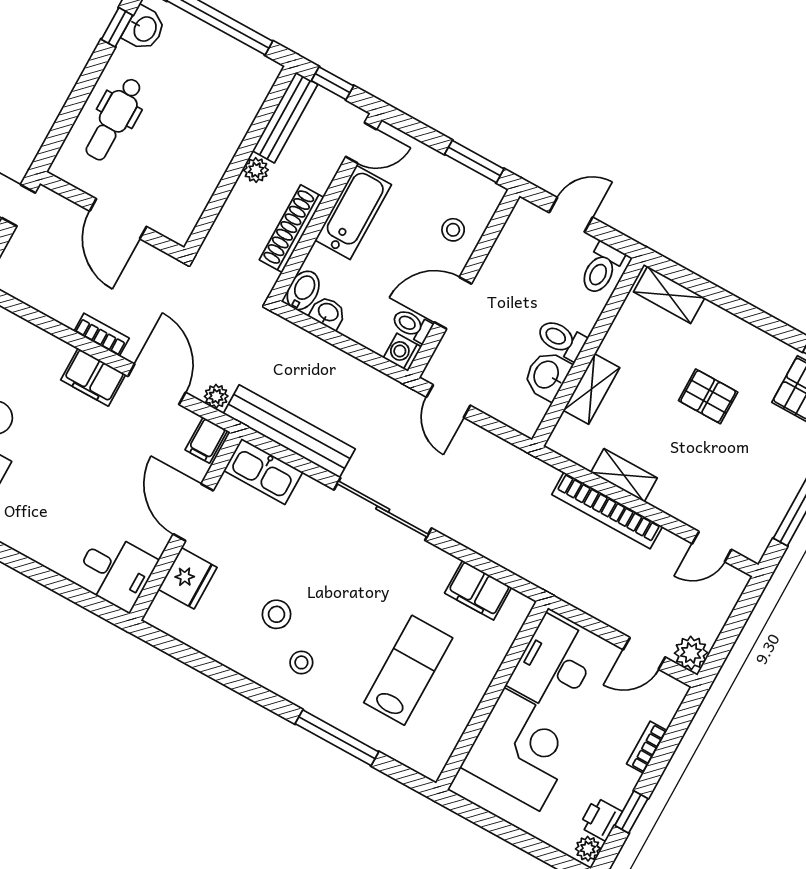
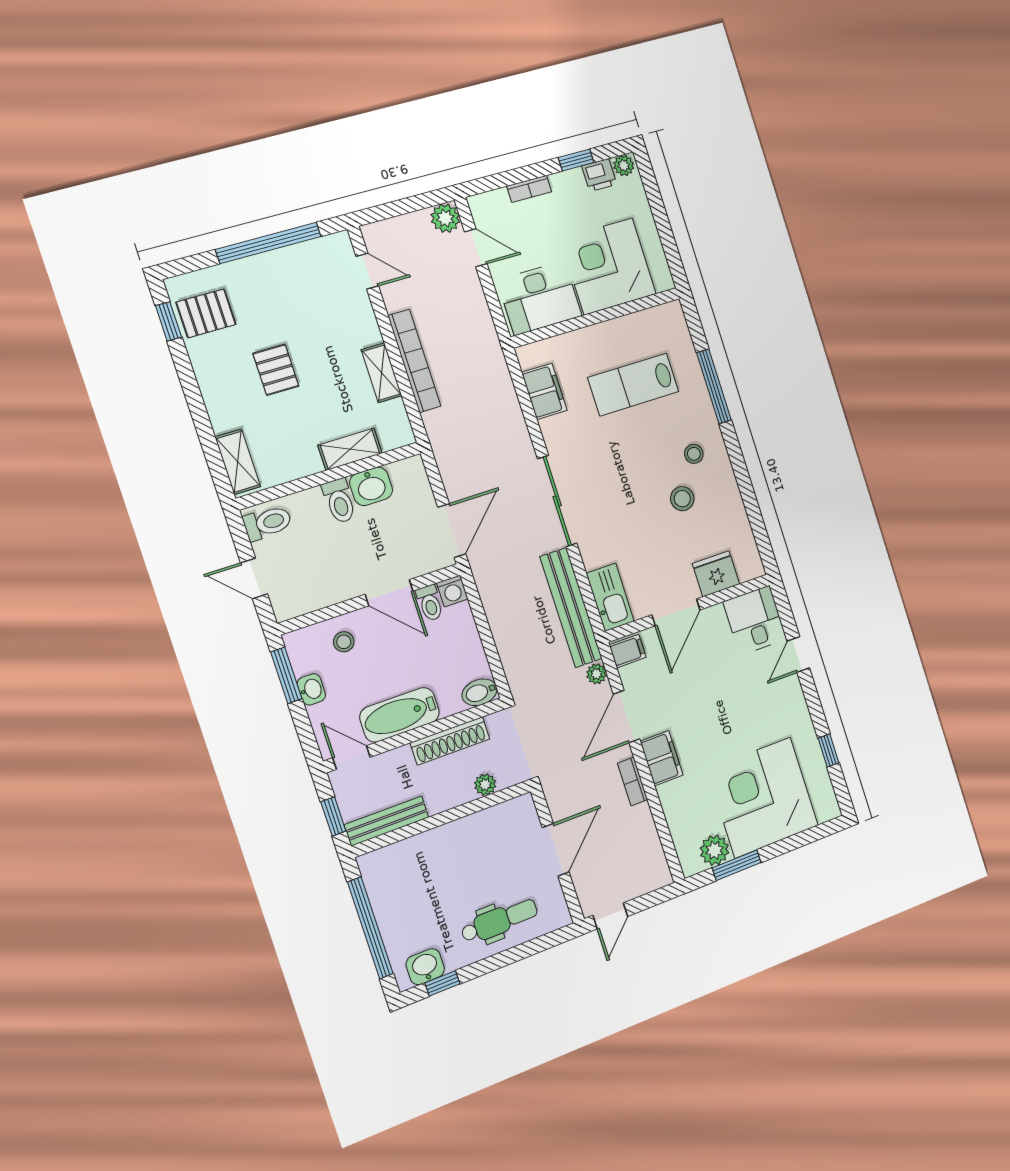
plant: (256, 170) -> (485, 785), moved
washbasin: (328, 313) -> (311, 689), moved, turned 180
door: (448, 401) -> (452, 531), width x1.38
door: (48, 578) -> (798, 655), added

